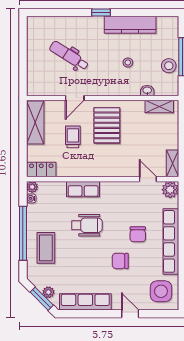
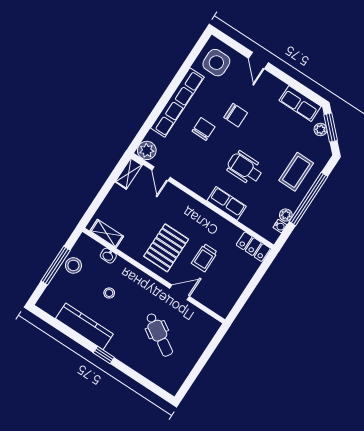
shelving: (35, 122) -> (230, 294), removed
plant: (32, 187) -> (286, 215), moved
row of seats: (85, 302) -> (300, 103), width x0.68

